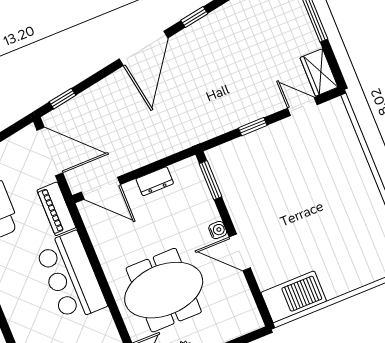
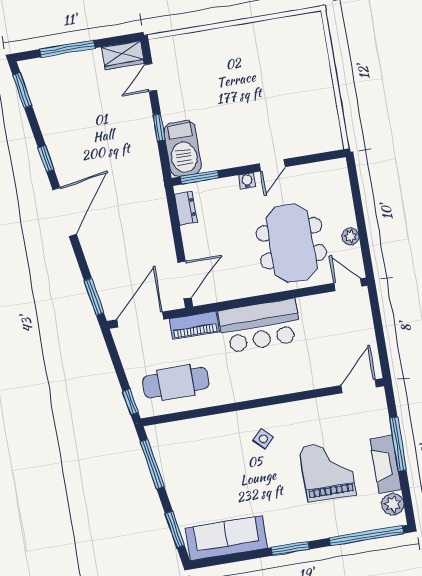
door: (144, 48) -> (65, 212), hinge flipped
window: (63, 99) -> (94, 297), width x1.50
dresser: (155, 181) -> (186, 208), moved
door: (240, 252) -> (272, 165), width x0.73
barbecue: (294, 297) -> (183, 148), moved, turned 180

